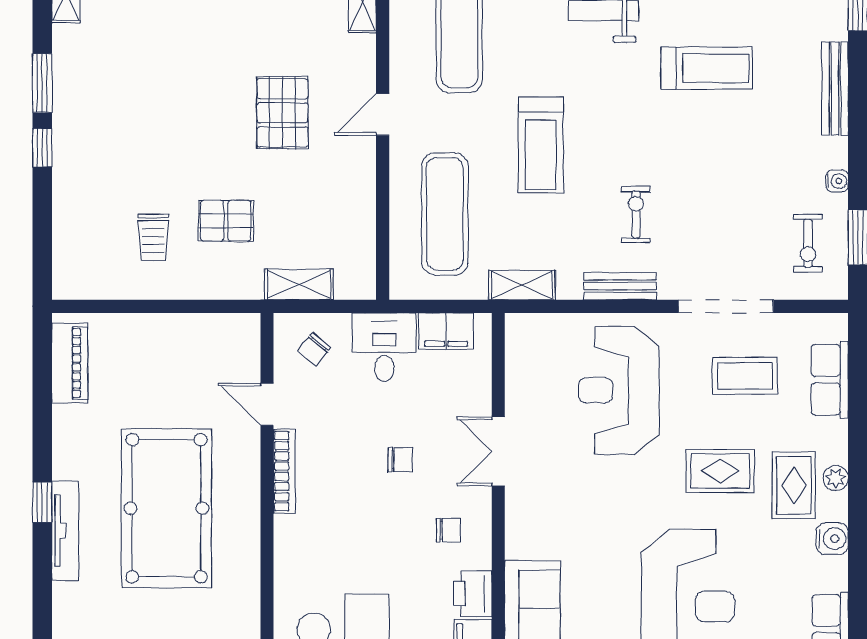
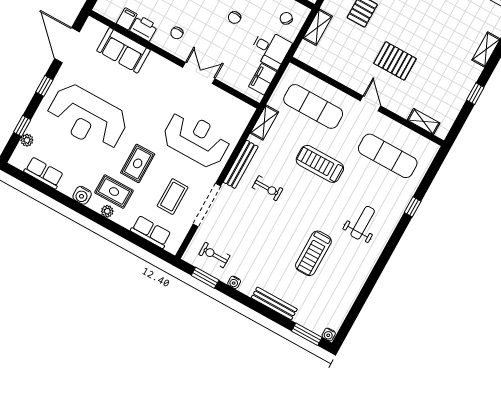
bench: (620, 286) -> (241, 164), width x1.36
chair: (400, 460) -> (235, 17), moved

